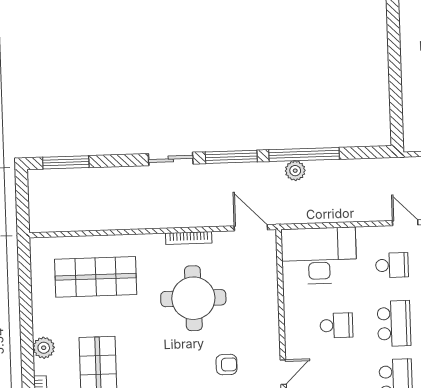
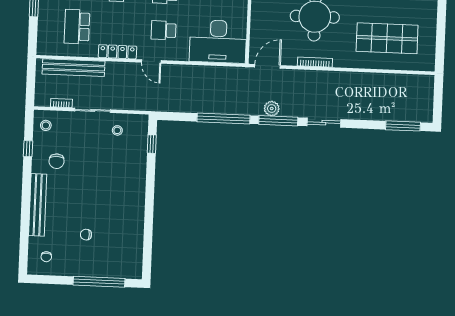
window: (396, 113) -> (152, 144), added
plant: (295, 171) -> (272, 109), moved
door: (251, 228) -> (268, 66), swing flipped

